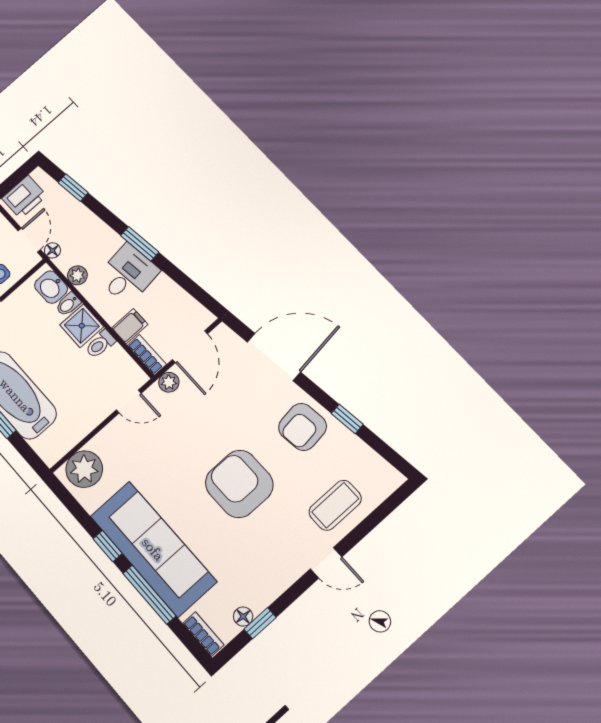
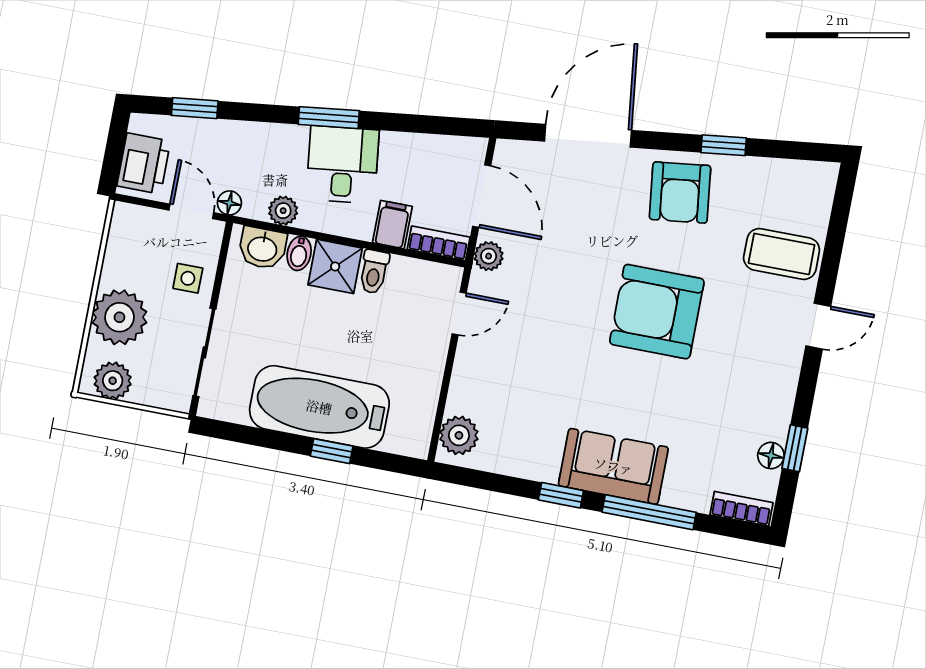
plant: (84, 469) -> (459, 435), width x0.73, depth x0.73
coffee table: (335, 505) -> (782, 254), turned 90
sofa: (153, 549) -> (613, 466), width x0.54, depth x0.79

